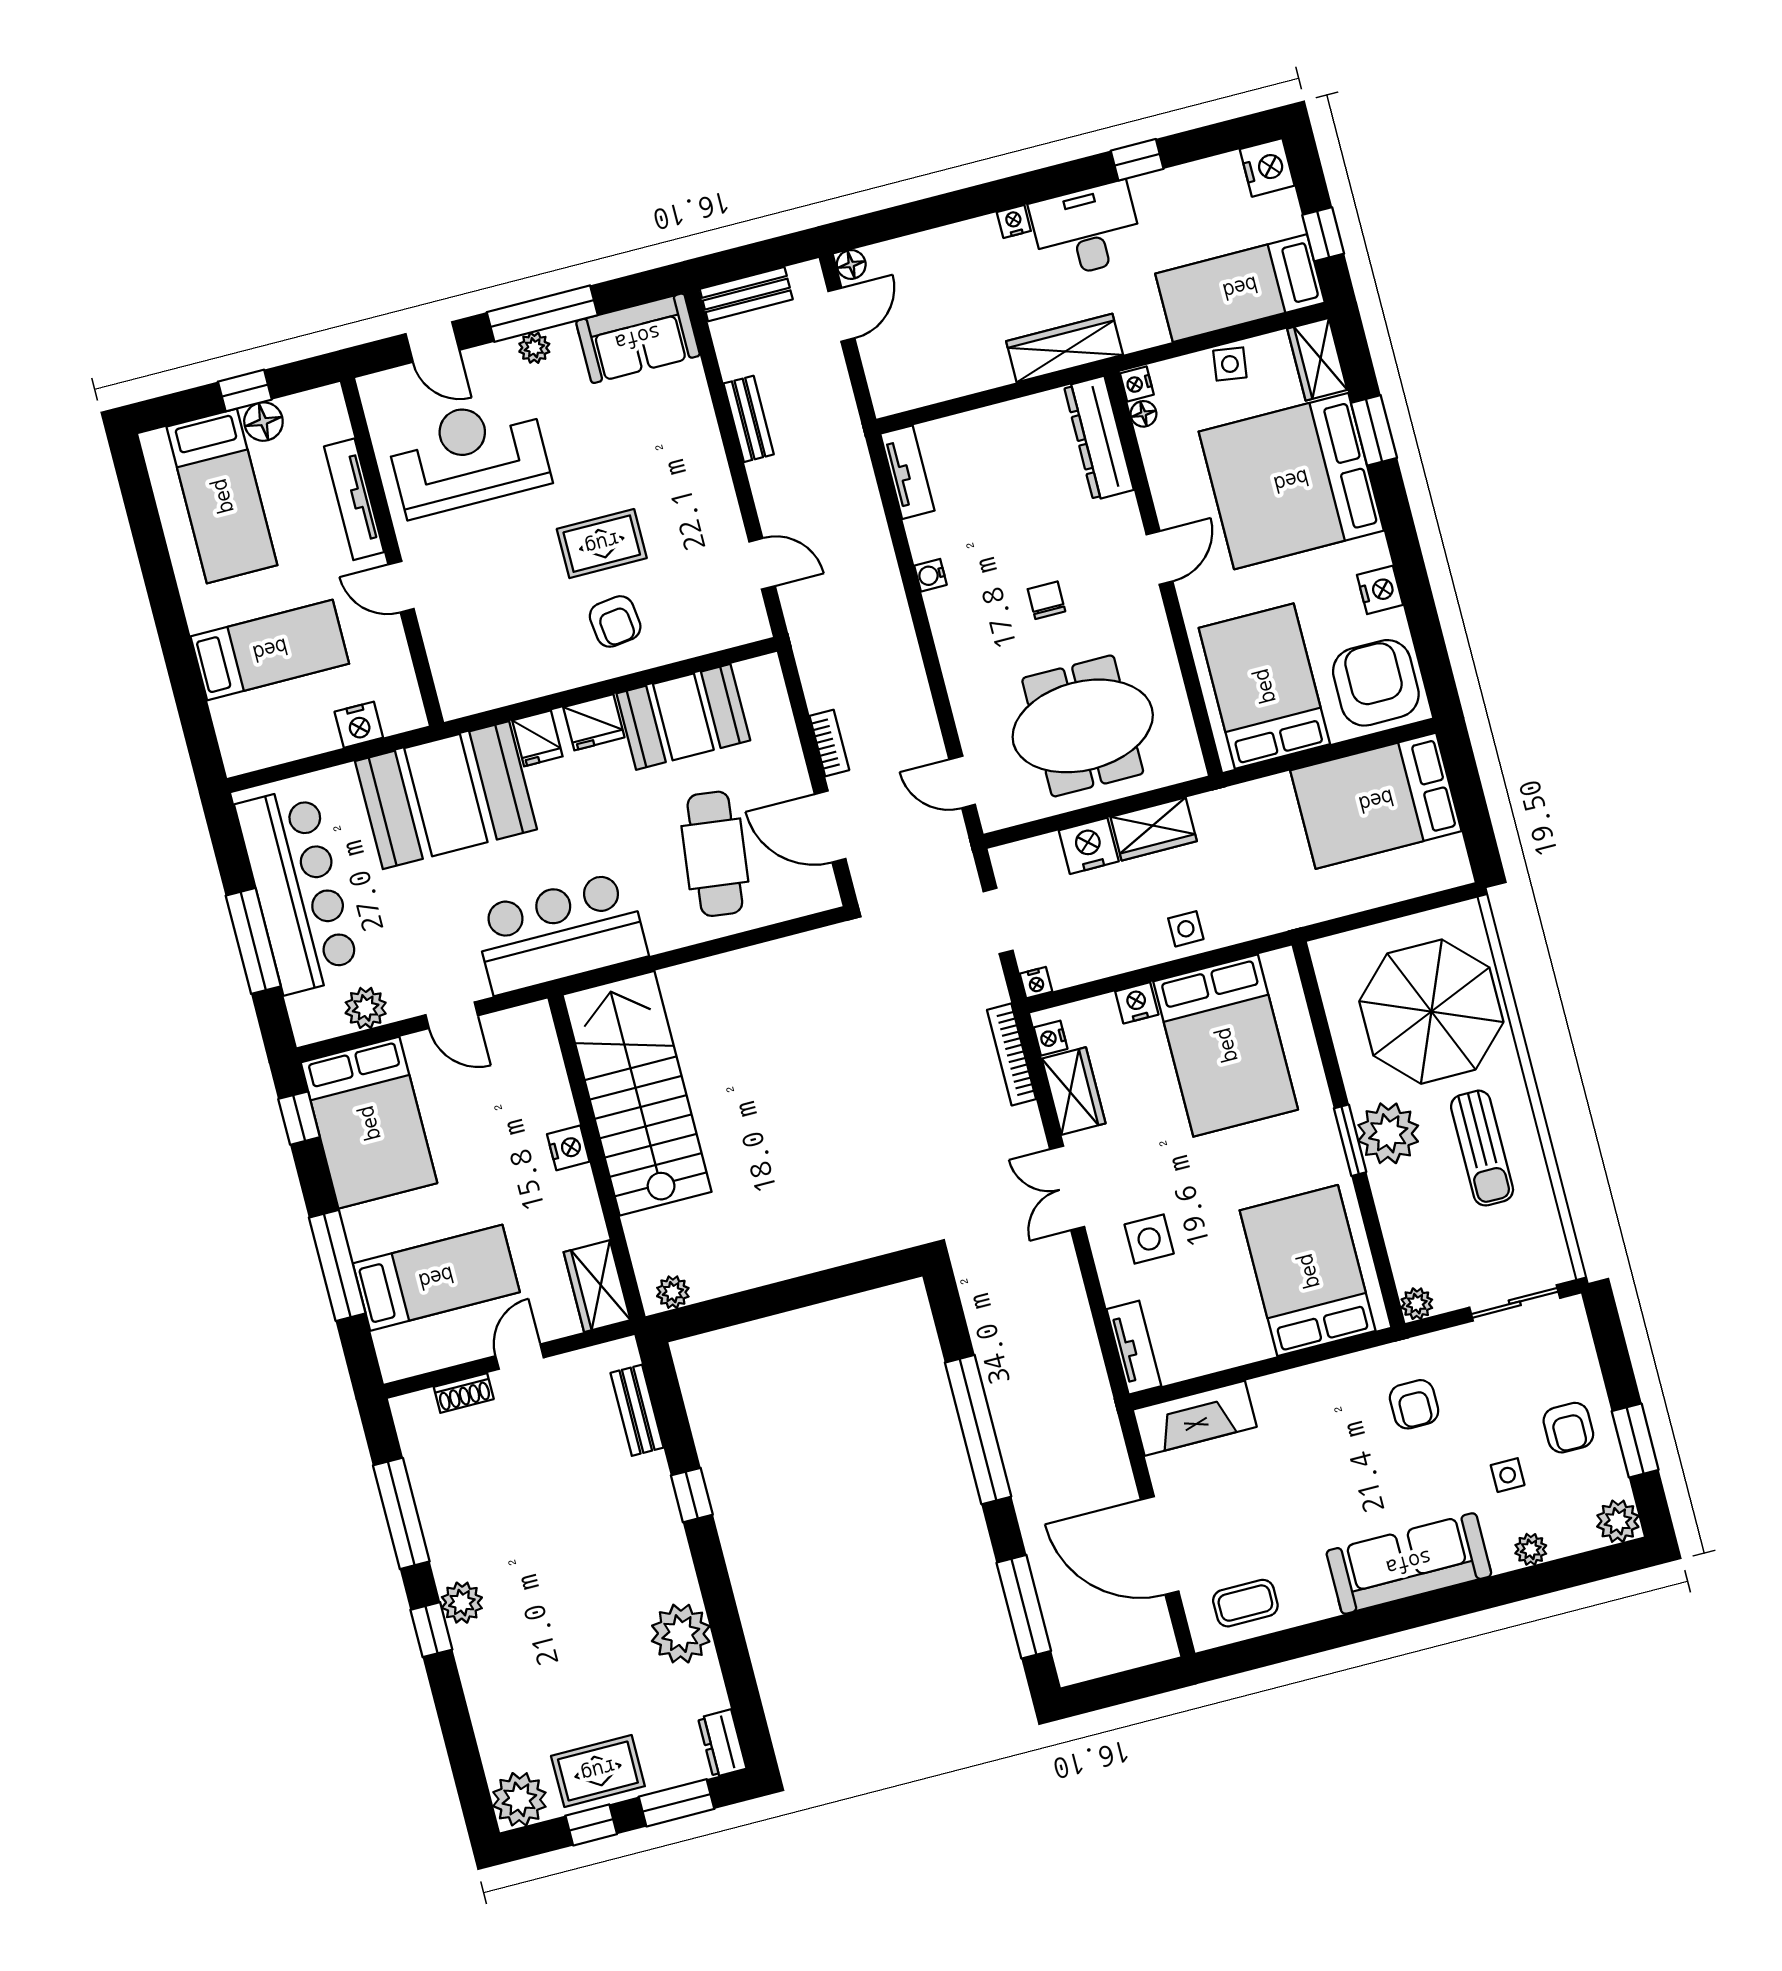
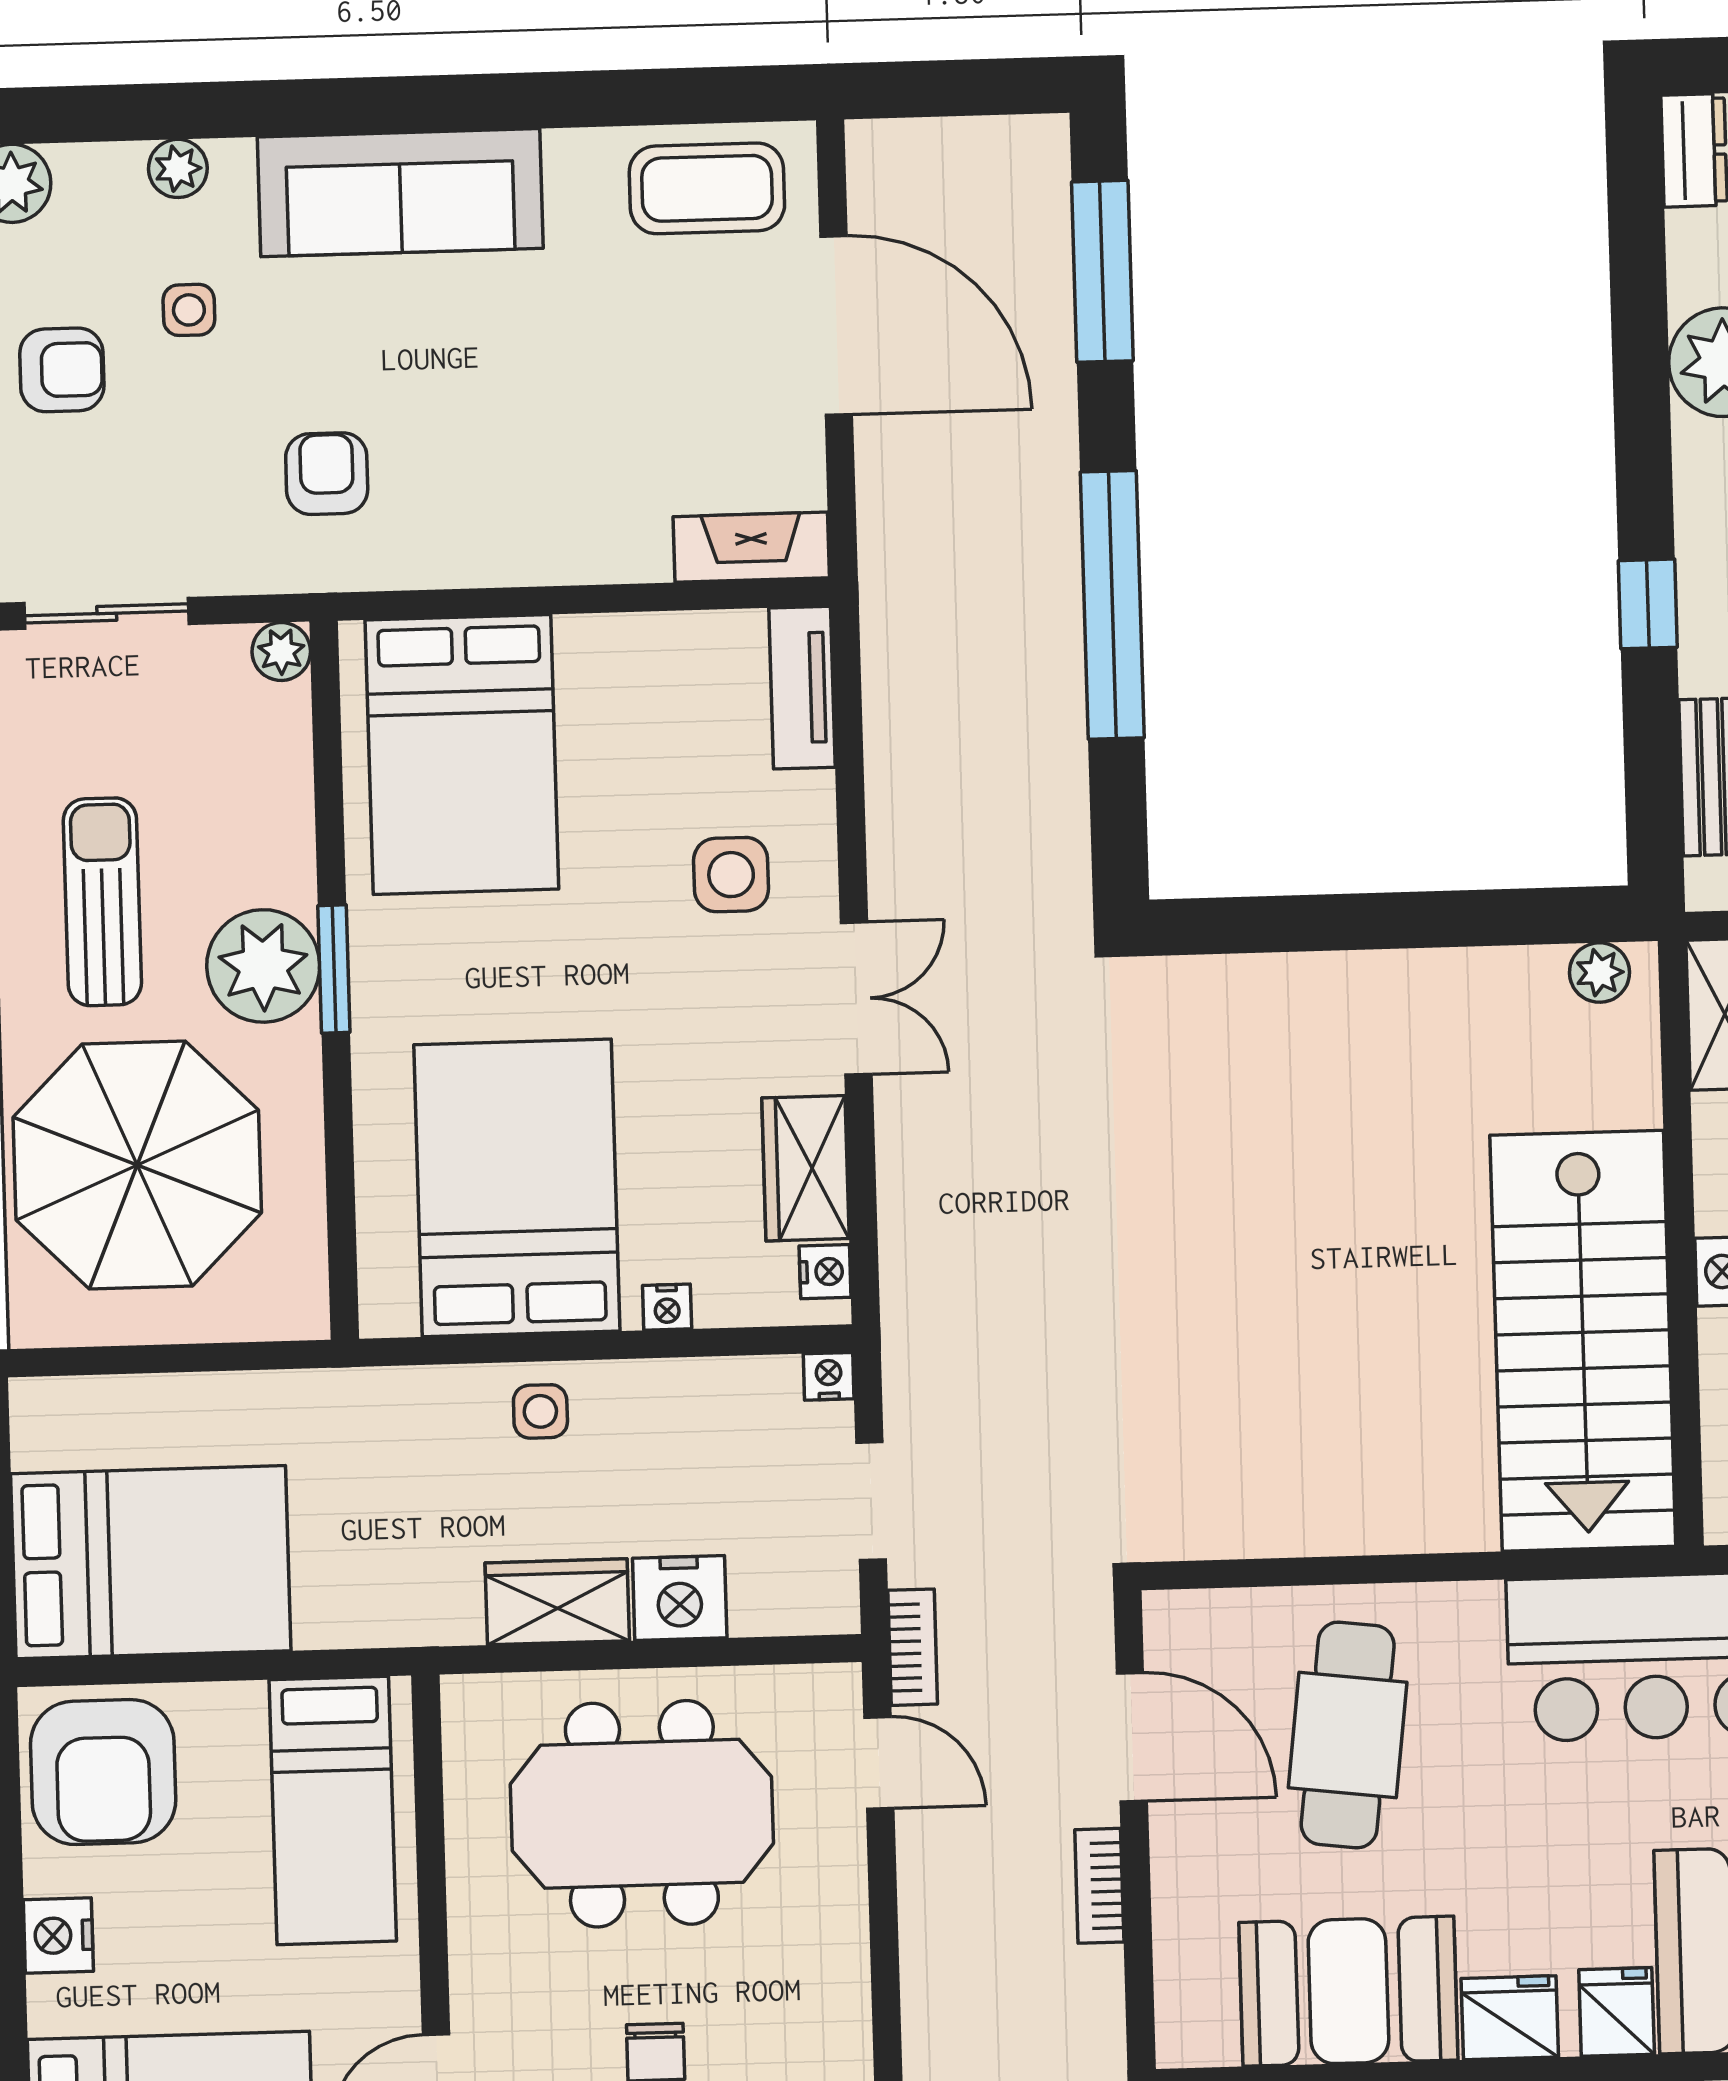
bed: (1264, 686) -> (333, 1810), width x0.67
nightstand: (1137, 1003) -> (667, 1307), width x0.72, depth x0.74
bookcase: (1012, 1054) -> (913, 1647), moved, width x0.64
fireplace: (1195, 1418) -> (751, 547), width x0.73, depth x0.76
armchair: (1568, 1428) -> (62, 370), turned 90
coffee table: (1245, 1603) -> (707, 188), width x1.36, depth x1.30

